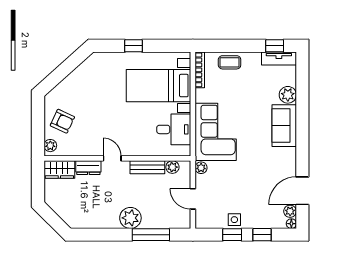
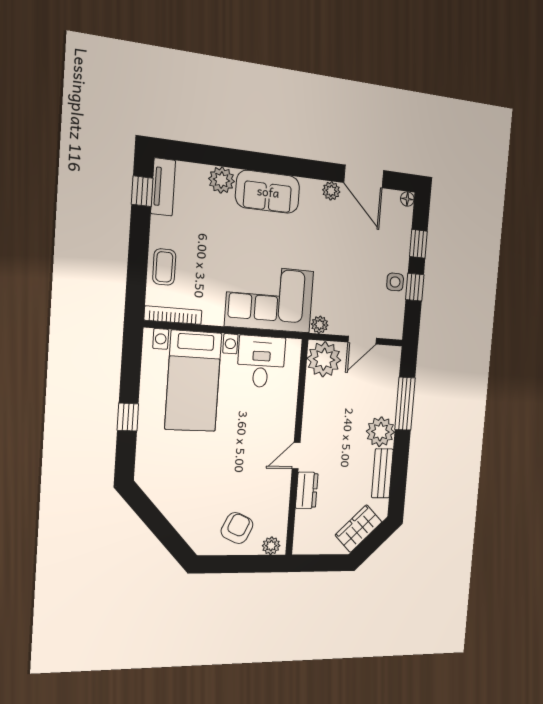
bench: (147, 167) -> (382, 473), moved
plant: (172, 167) -> (324, 359), width x1.87, depth x1.87
wardrobe: (59, 169) -> (359, 529), moved, turned -135
plant: (290, 211) -> (331, 191), moved

